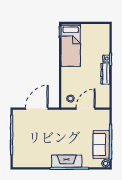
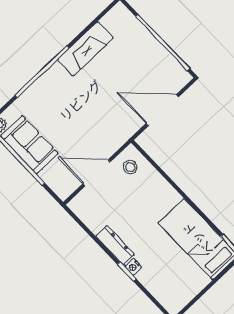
door: (37, 109) -> (162, 110), swing flipped
door: (86, 109) -> (97, 173), swing flipped
fireplace: (67, 161) -> (85, 49), moved

